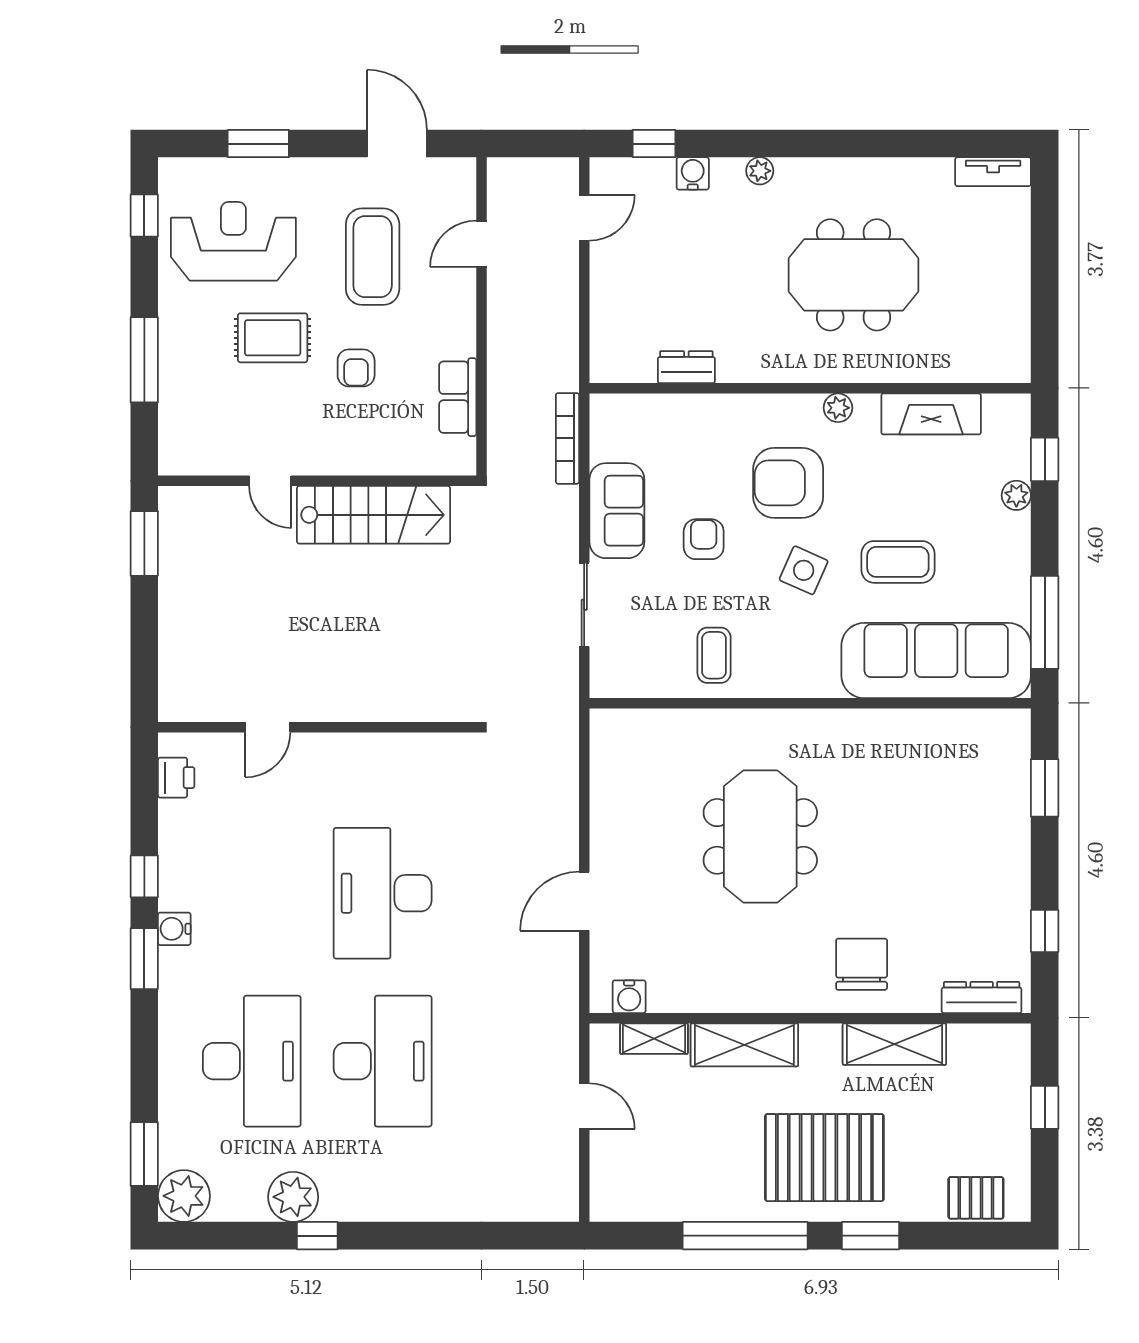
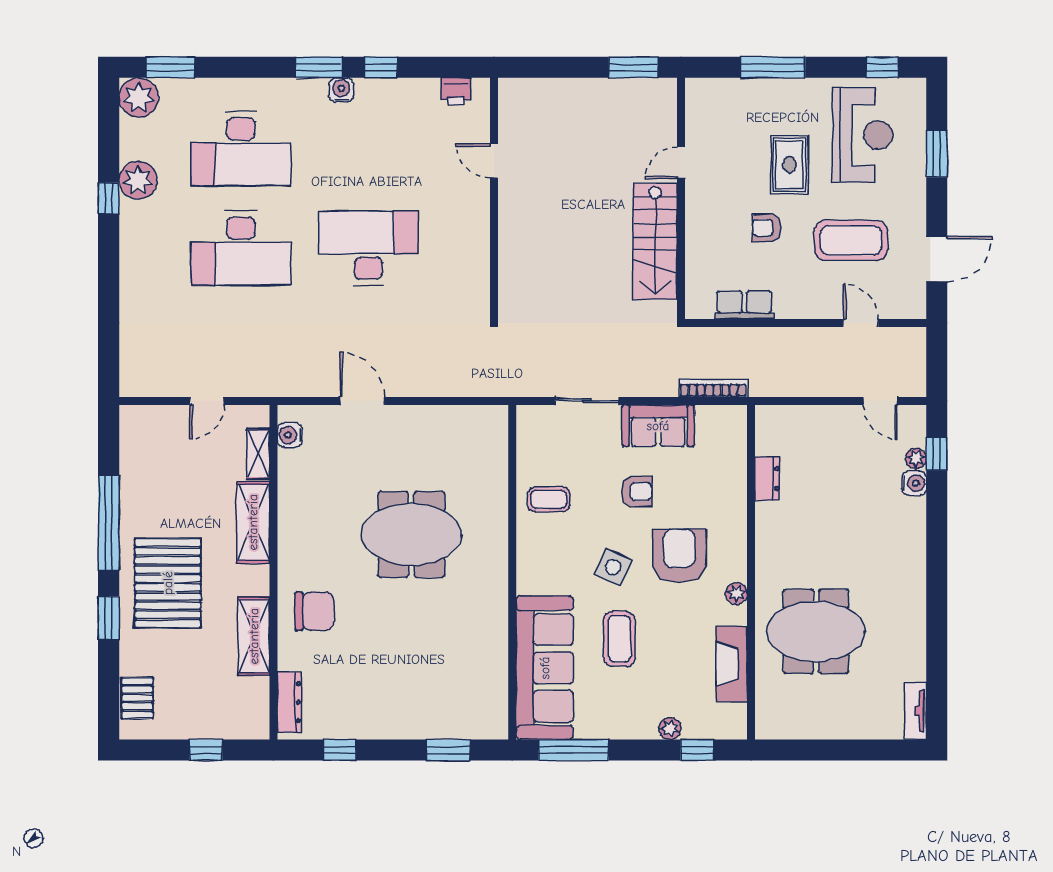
plant: (760, 171) -> (916, 459), moved
meeting table: (854, 275) -> (816, 631), moved, turned 90

